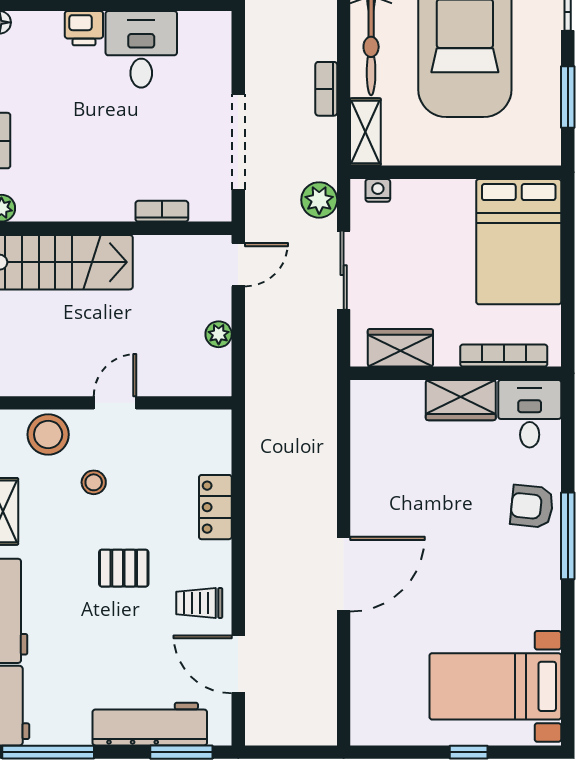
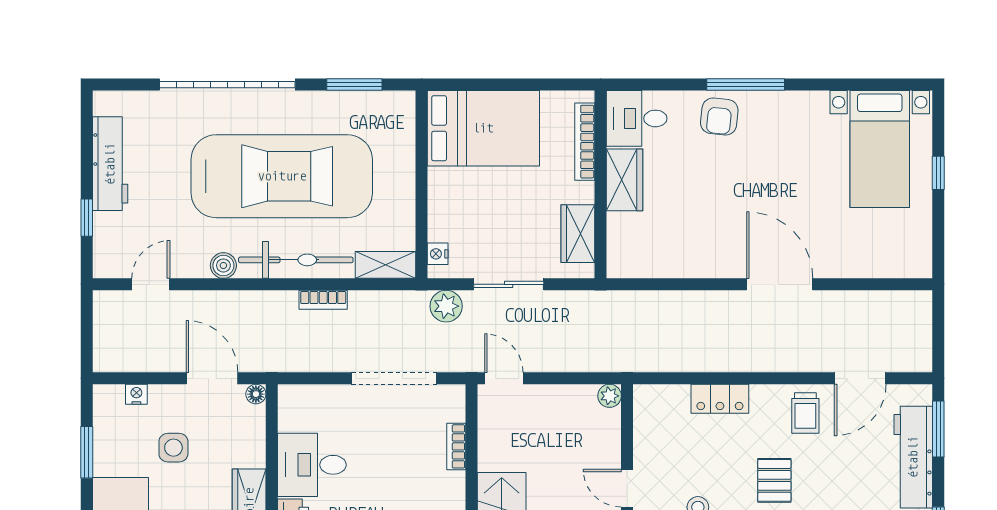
bookcase: (326, 89) -> (323, 300), moved
plant: (219, 334) -> (610, 396), moved

